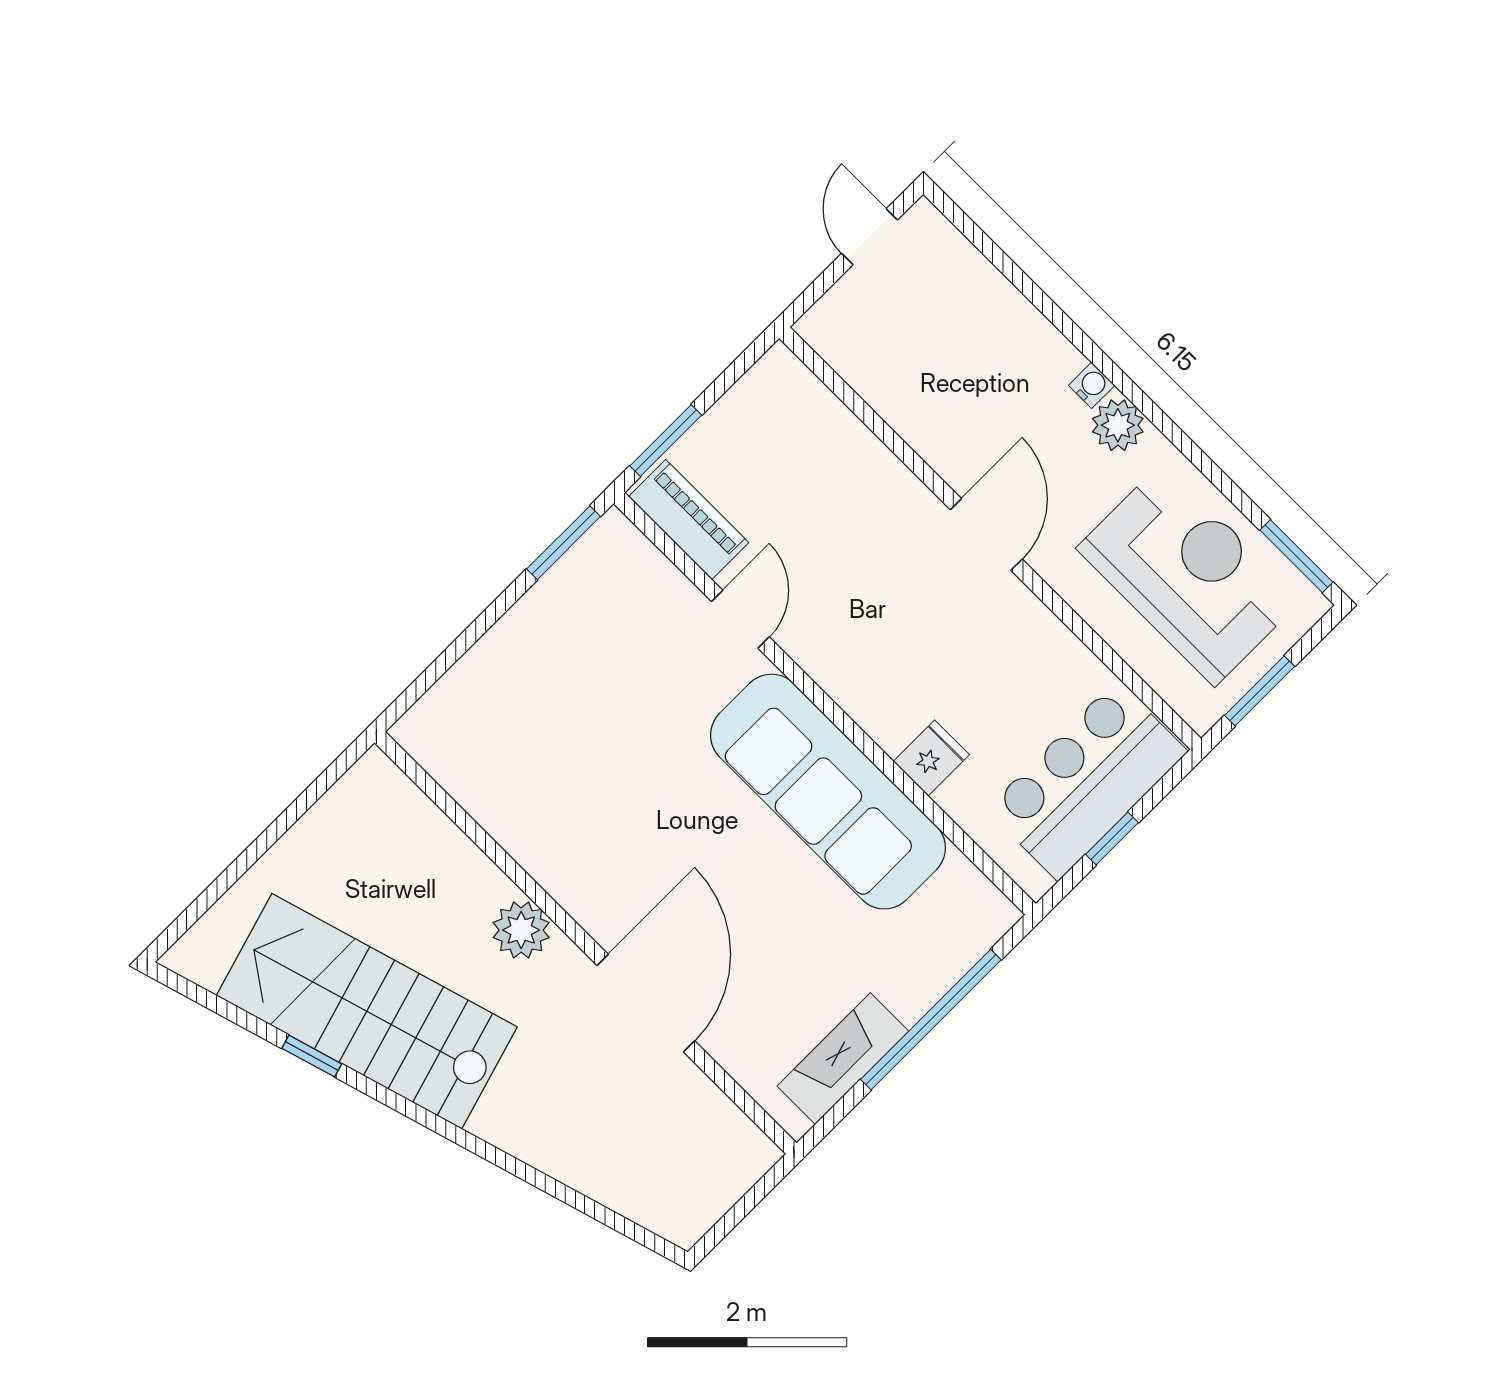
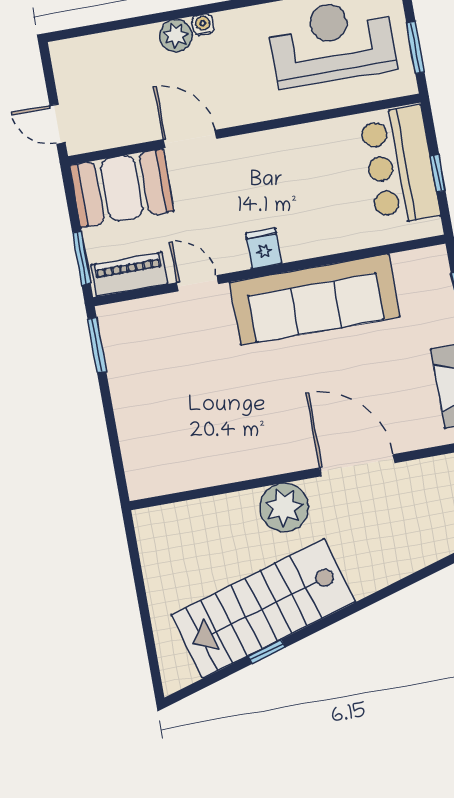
door: (870, 237) -> (58, 124), moved
plant: (1118, 425) -> (176, 36), moved
booth: (797, 429) -> (122, 188), added
door: (986, 534) -> (190, 139), moved
fridge: (931, 758) -> (264, 248), moved
plant: (521, 930) -> (284, 507), width x1.36, depth x1.36

